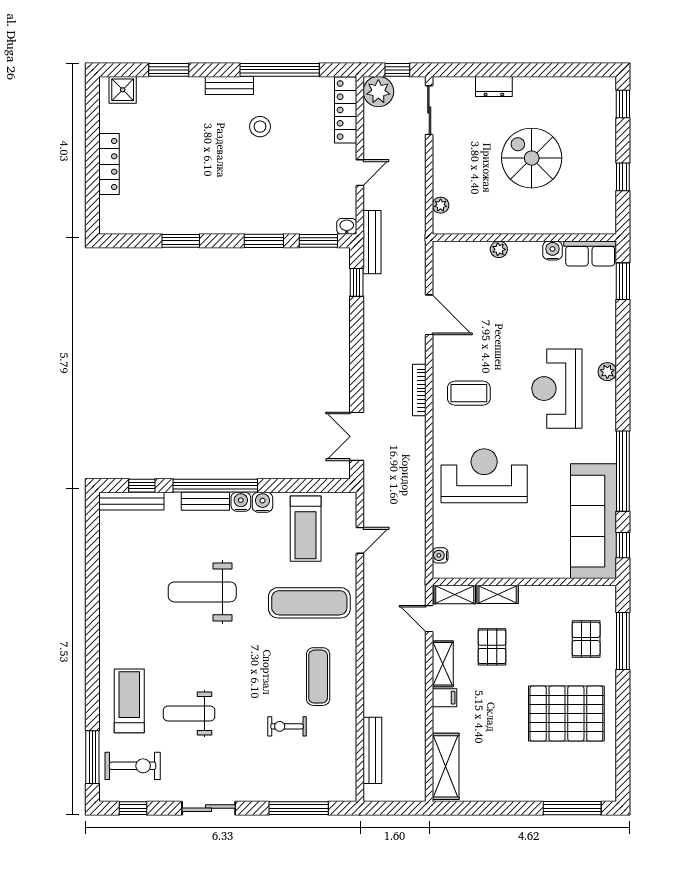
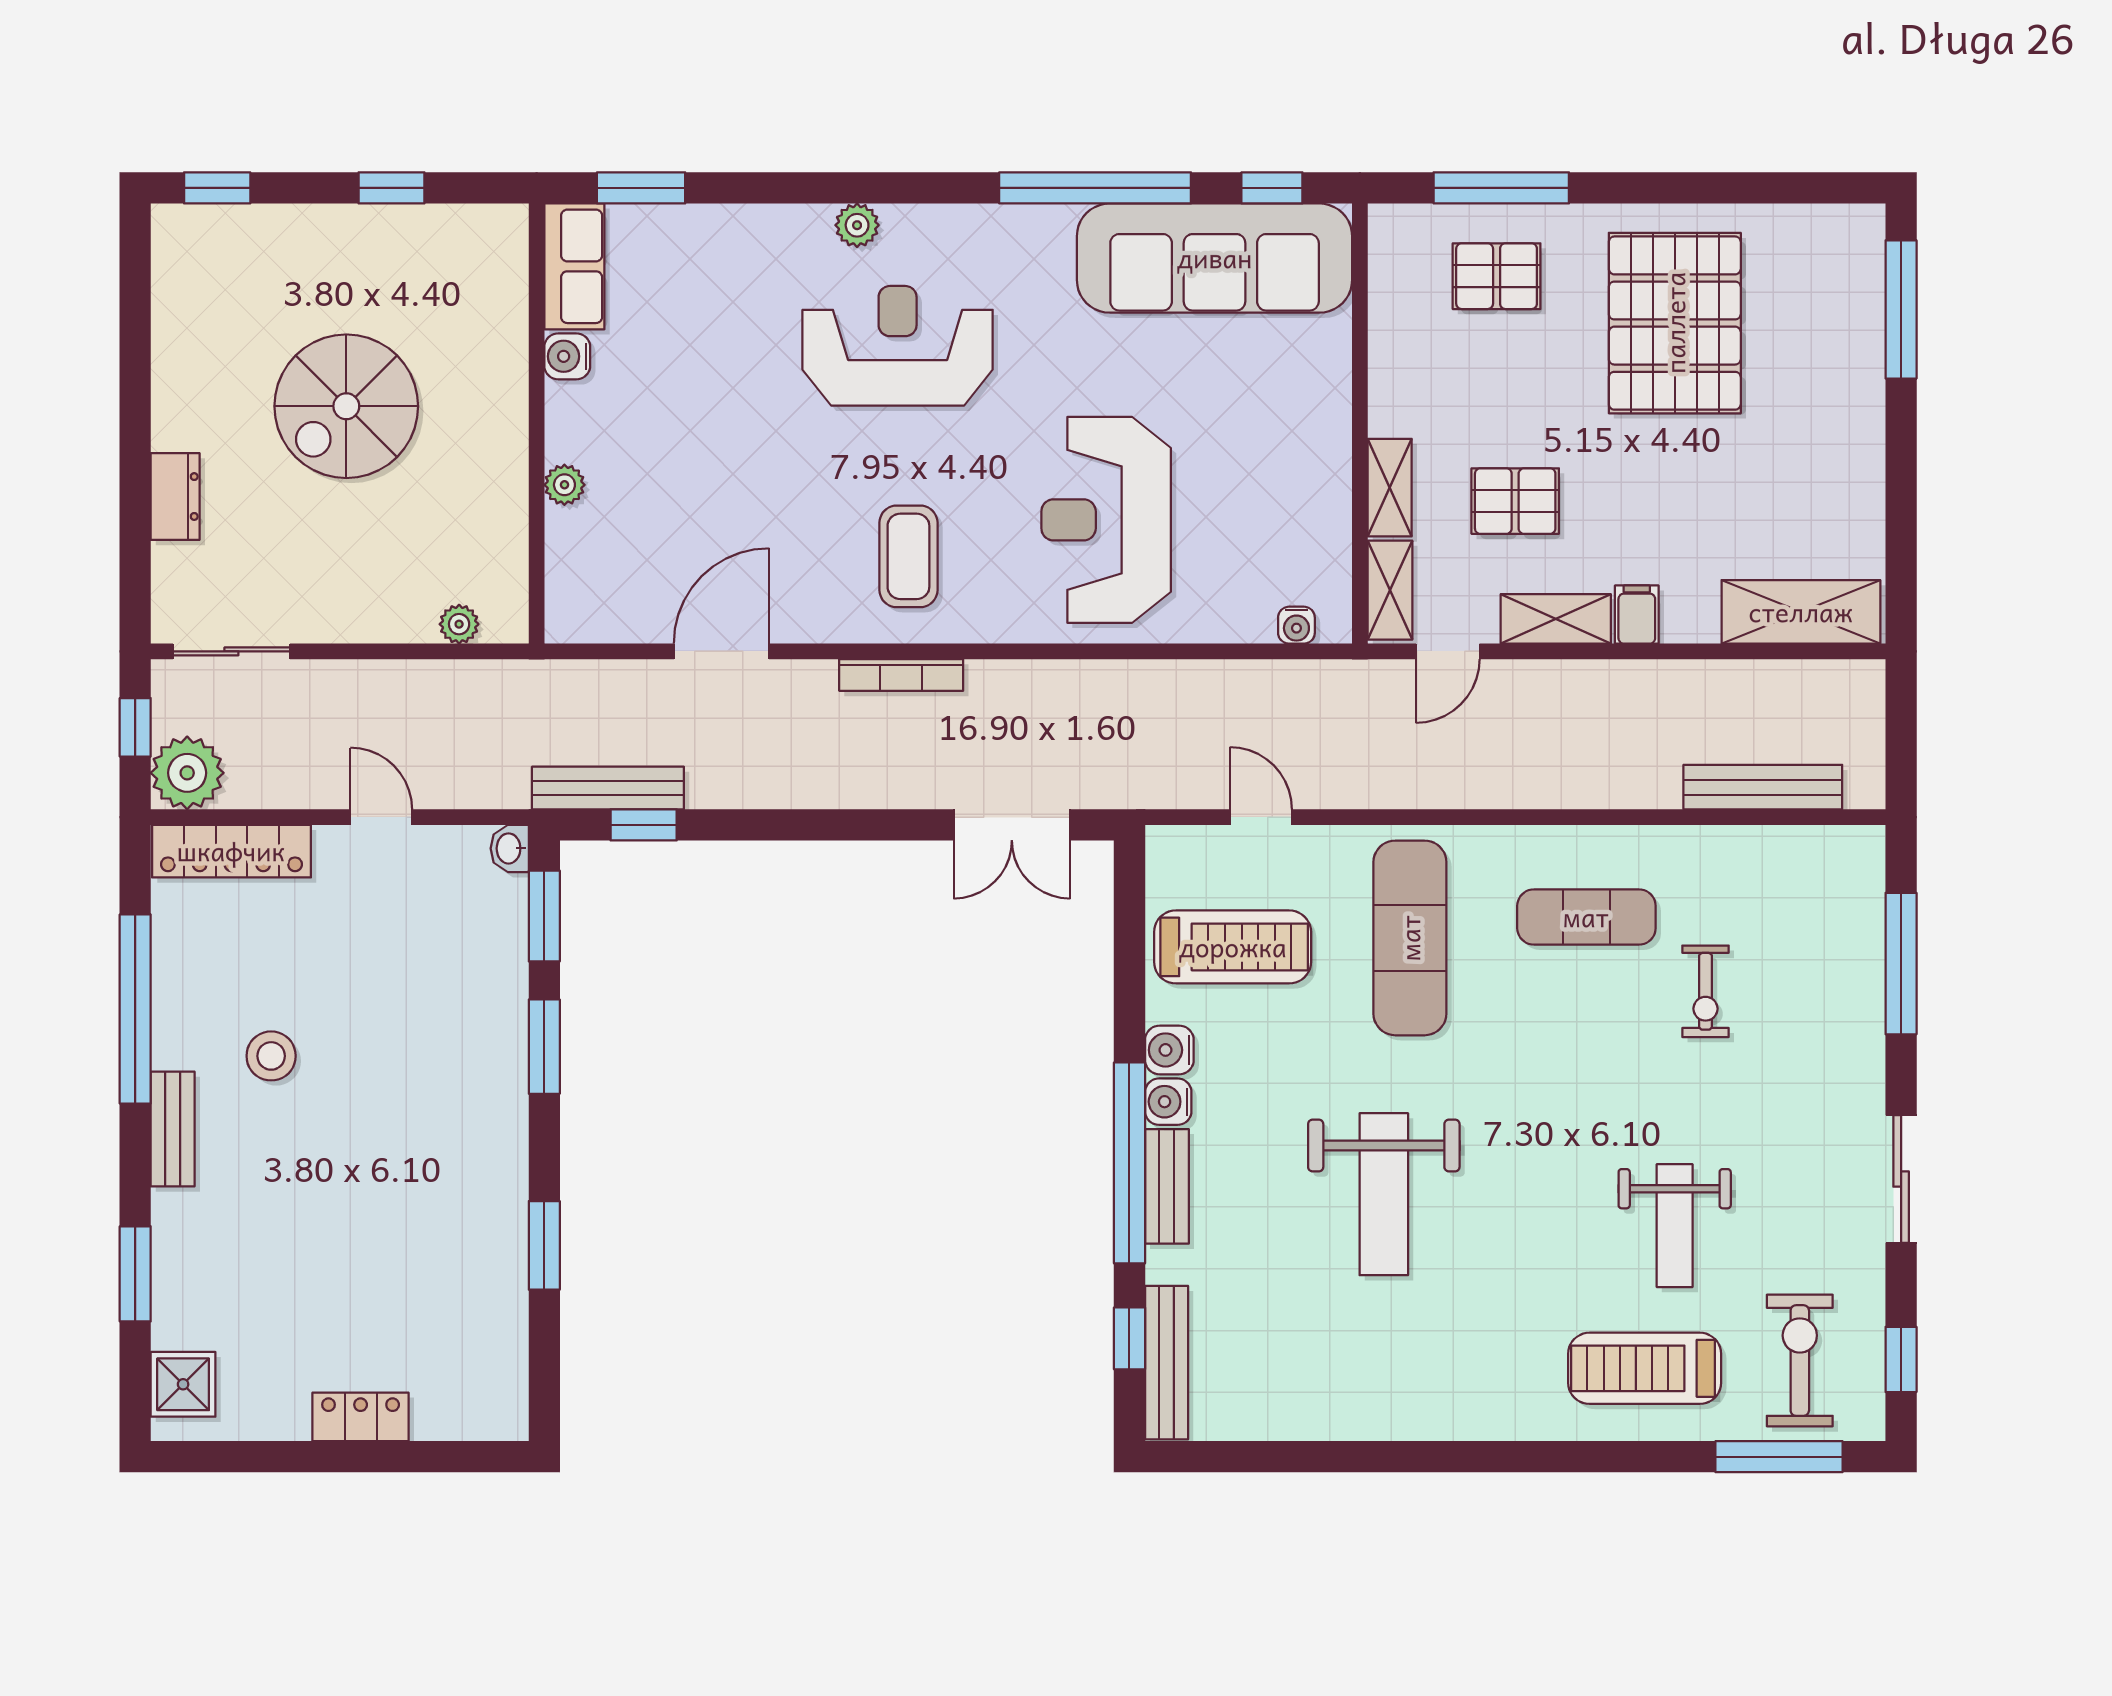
locker: (109, 164) -> (361, 1417), width x0.66
bench: (372, 242) -> (608, 788), moved
reception desk: (557, 389) -> (898, 346), turned 180

